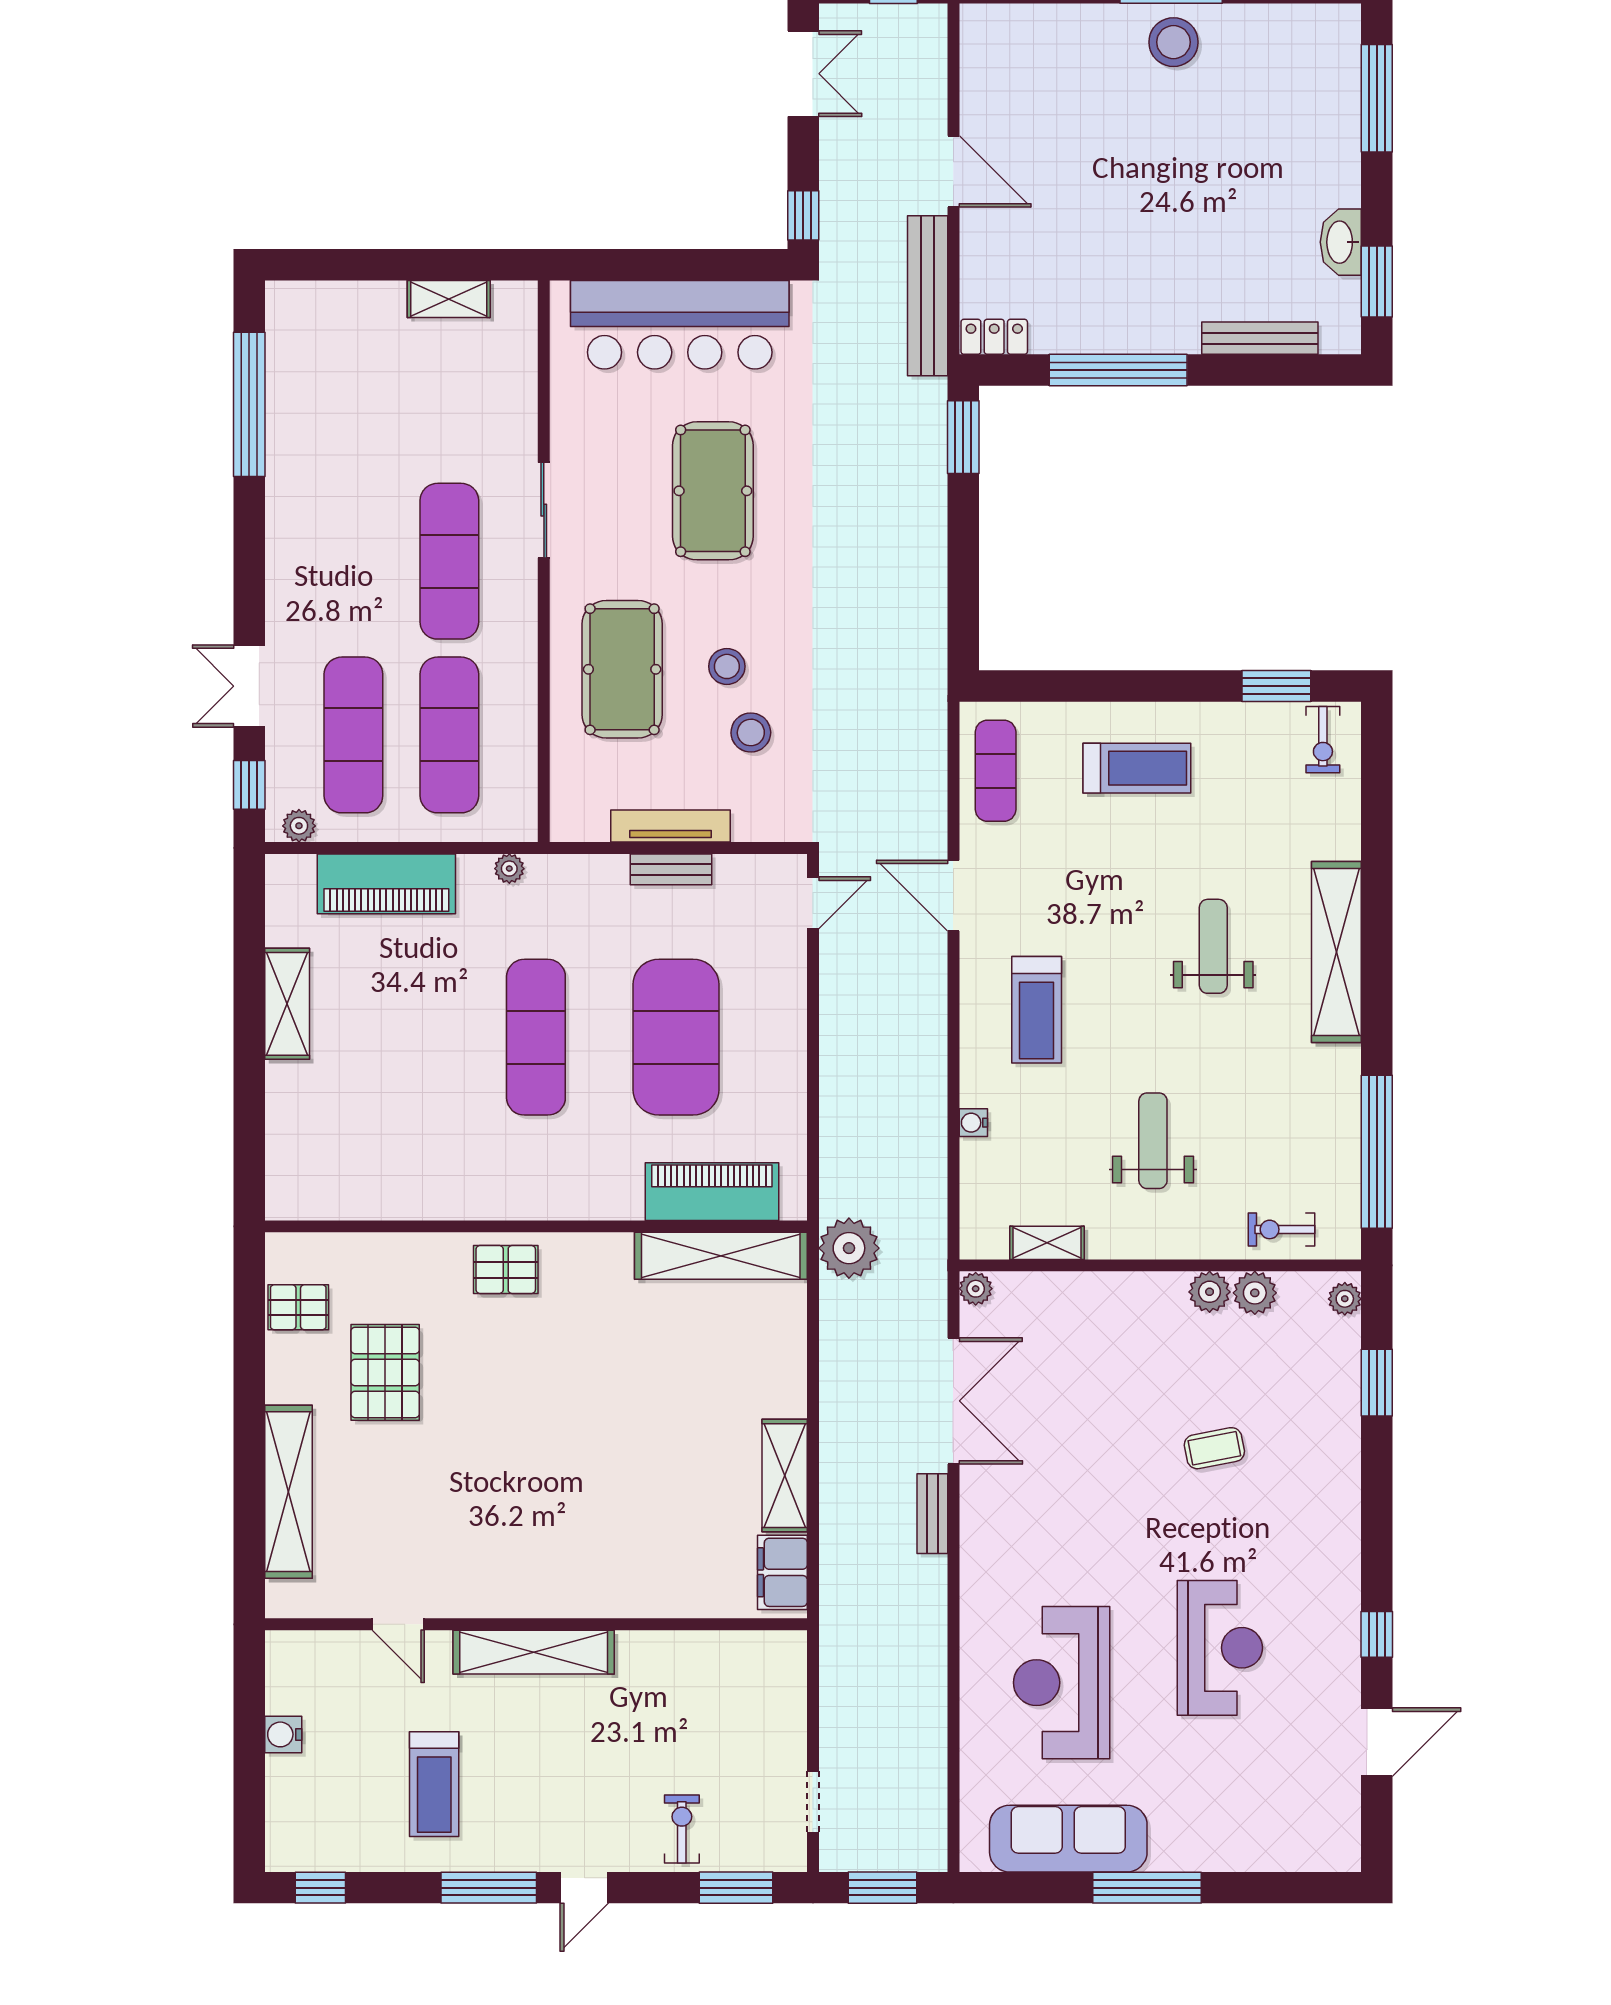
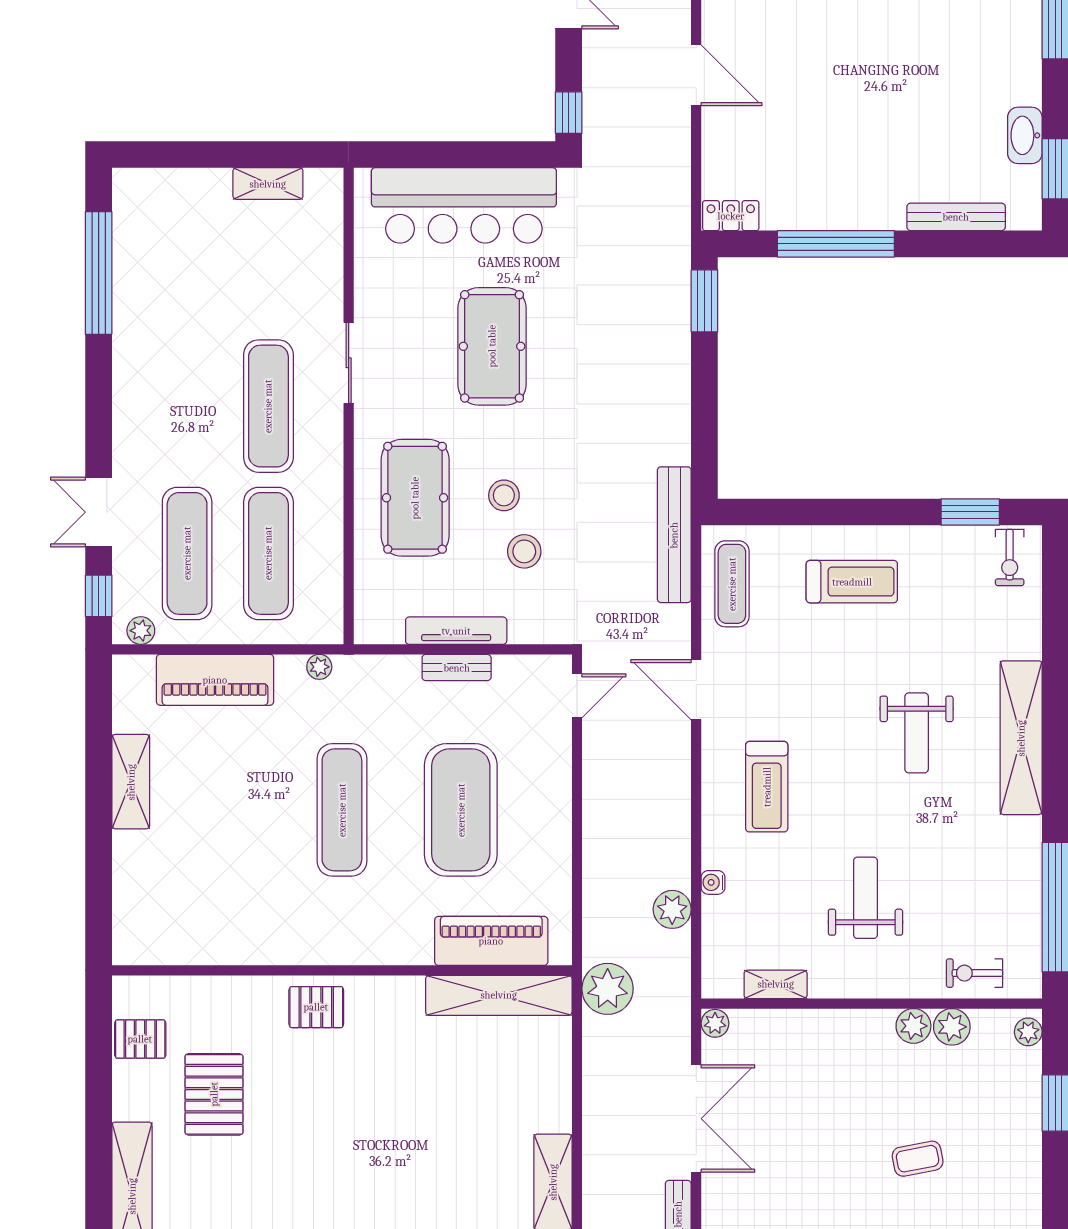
bench: (928, 296) -> (674, 535), moved
weight bench: (1213, 946) -> (917, 733), turned 180
plant: (925, 1155) -> (672, 909), added

